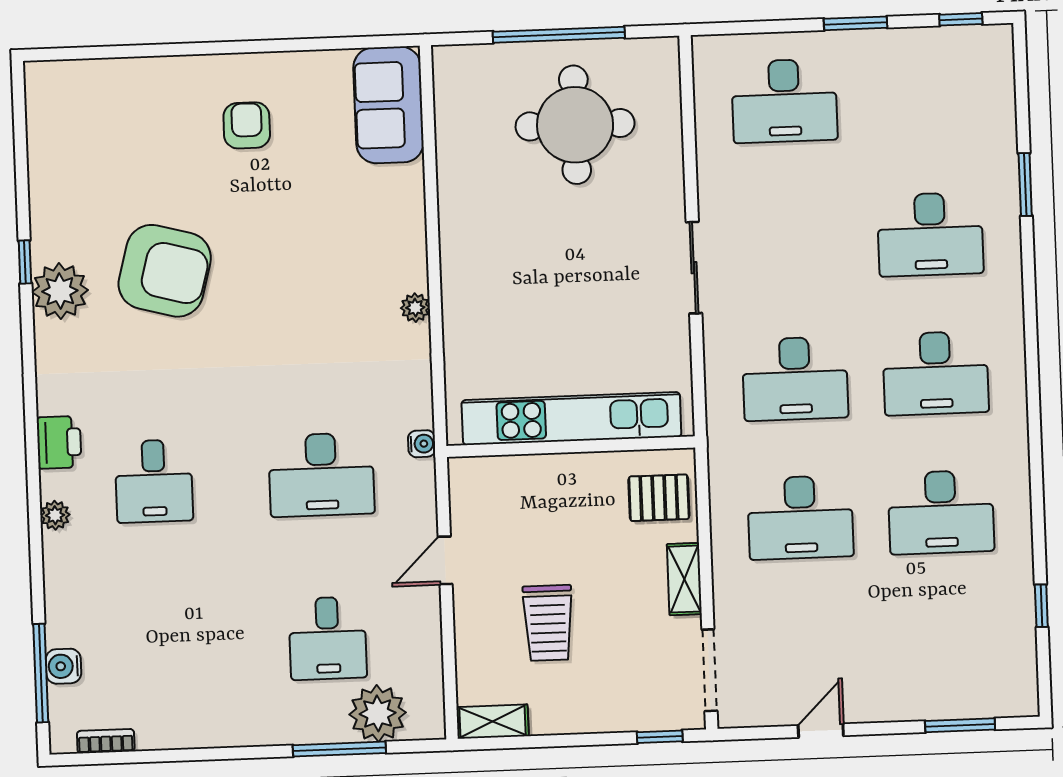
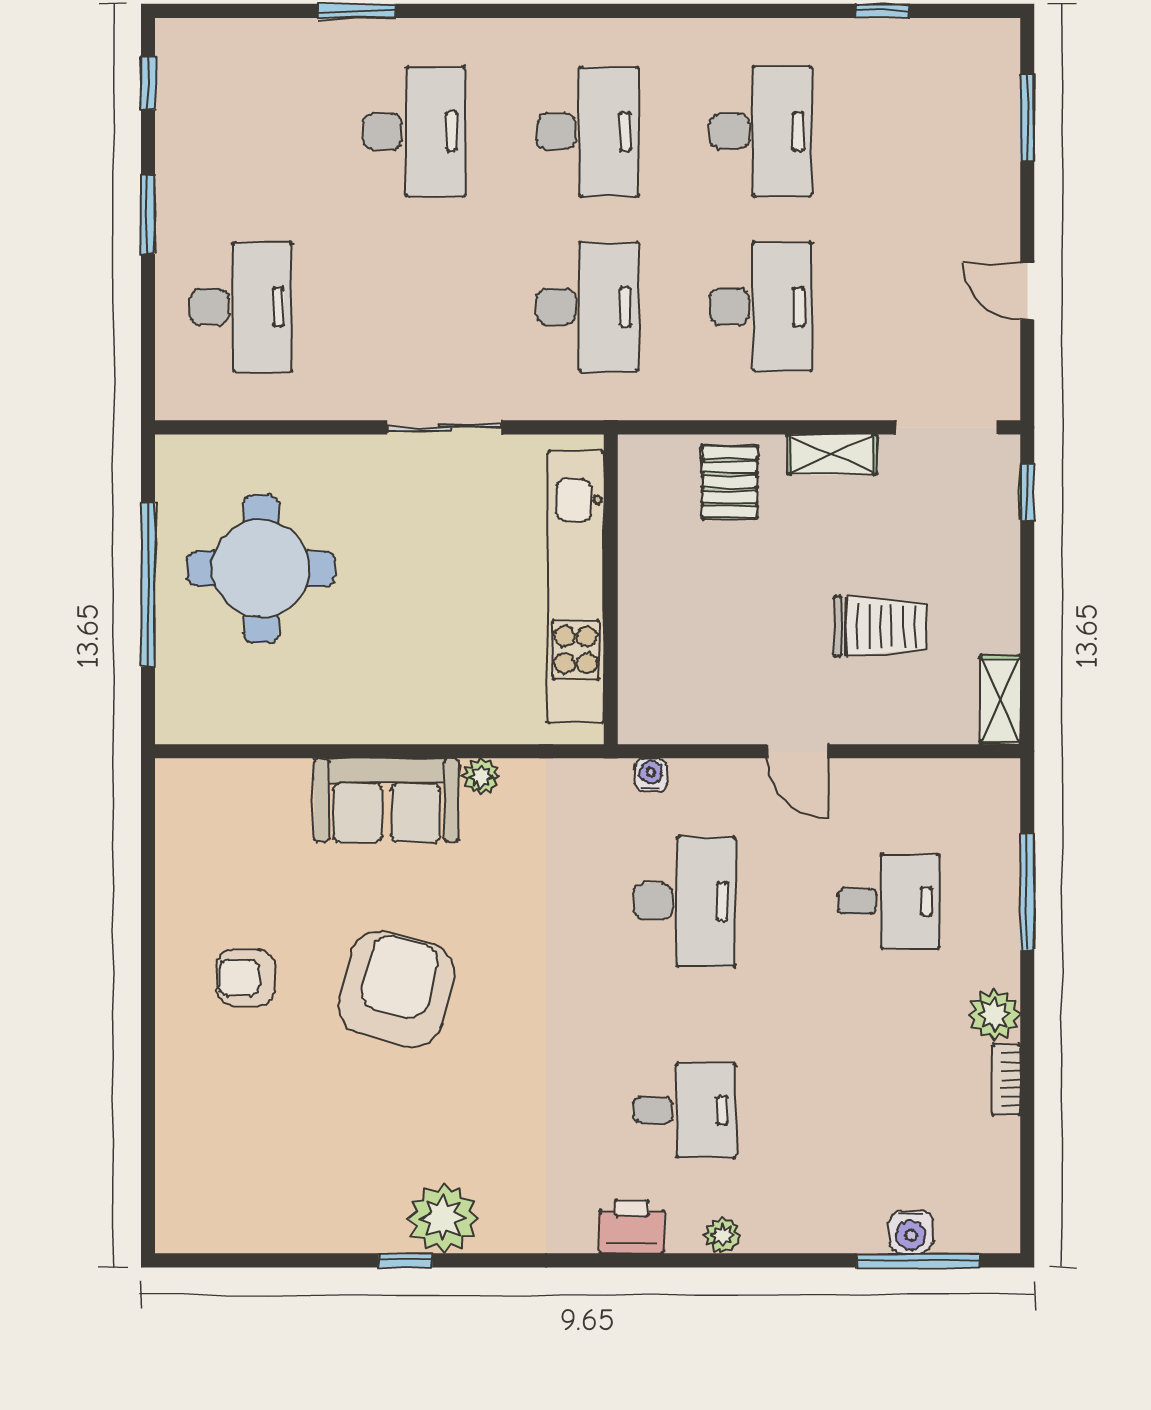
sofa: (388, 105) -> (387, 800), moved
armchair: (165, 271) -> (396, 989), moved
kitchen unit: (571, 419) -> (576, 587), moved
wall: (571, 447) -> (611, 589), moved
plant: (378, 713) -> (994, 1014), moved, width x0.73, depth x0.73
bookcase: (106, 741) -> (1006, 1080), moved

